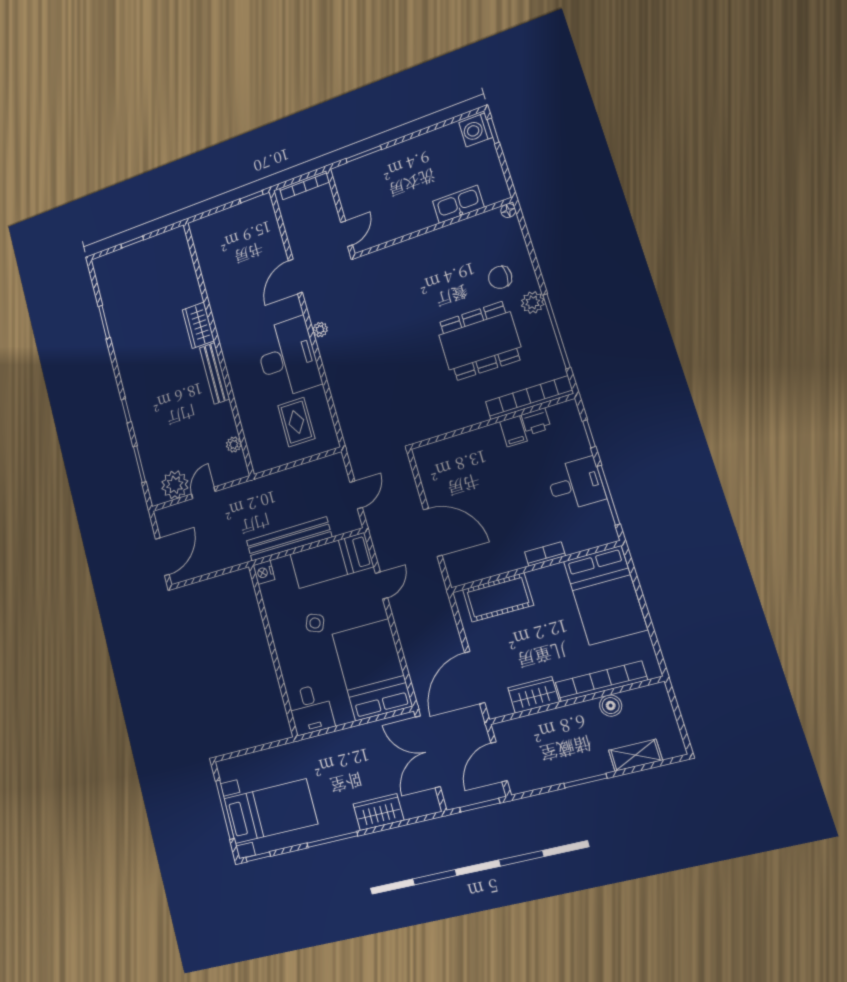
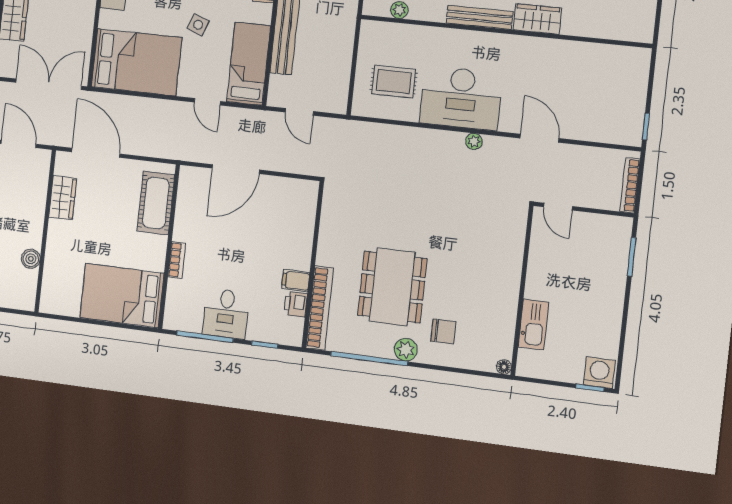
chair: (500, 277) -> (443, 331), turned 90
bookcase: (601, 681) -> (53, 260), removed

